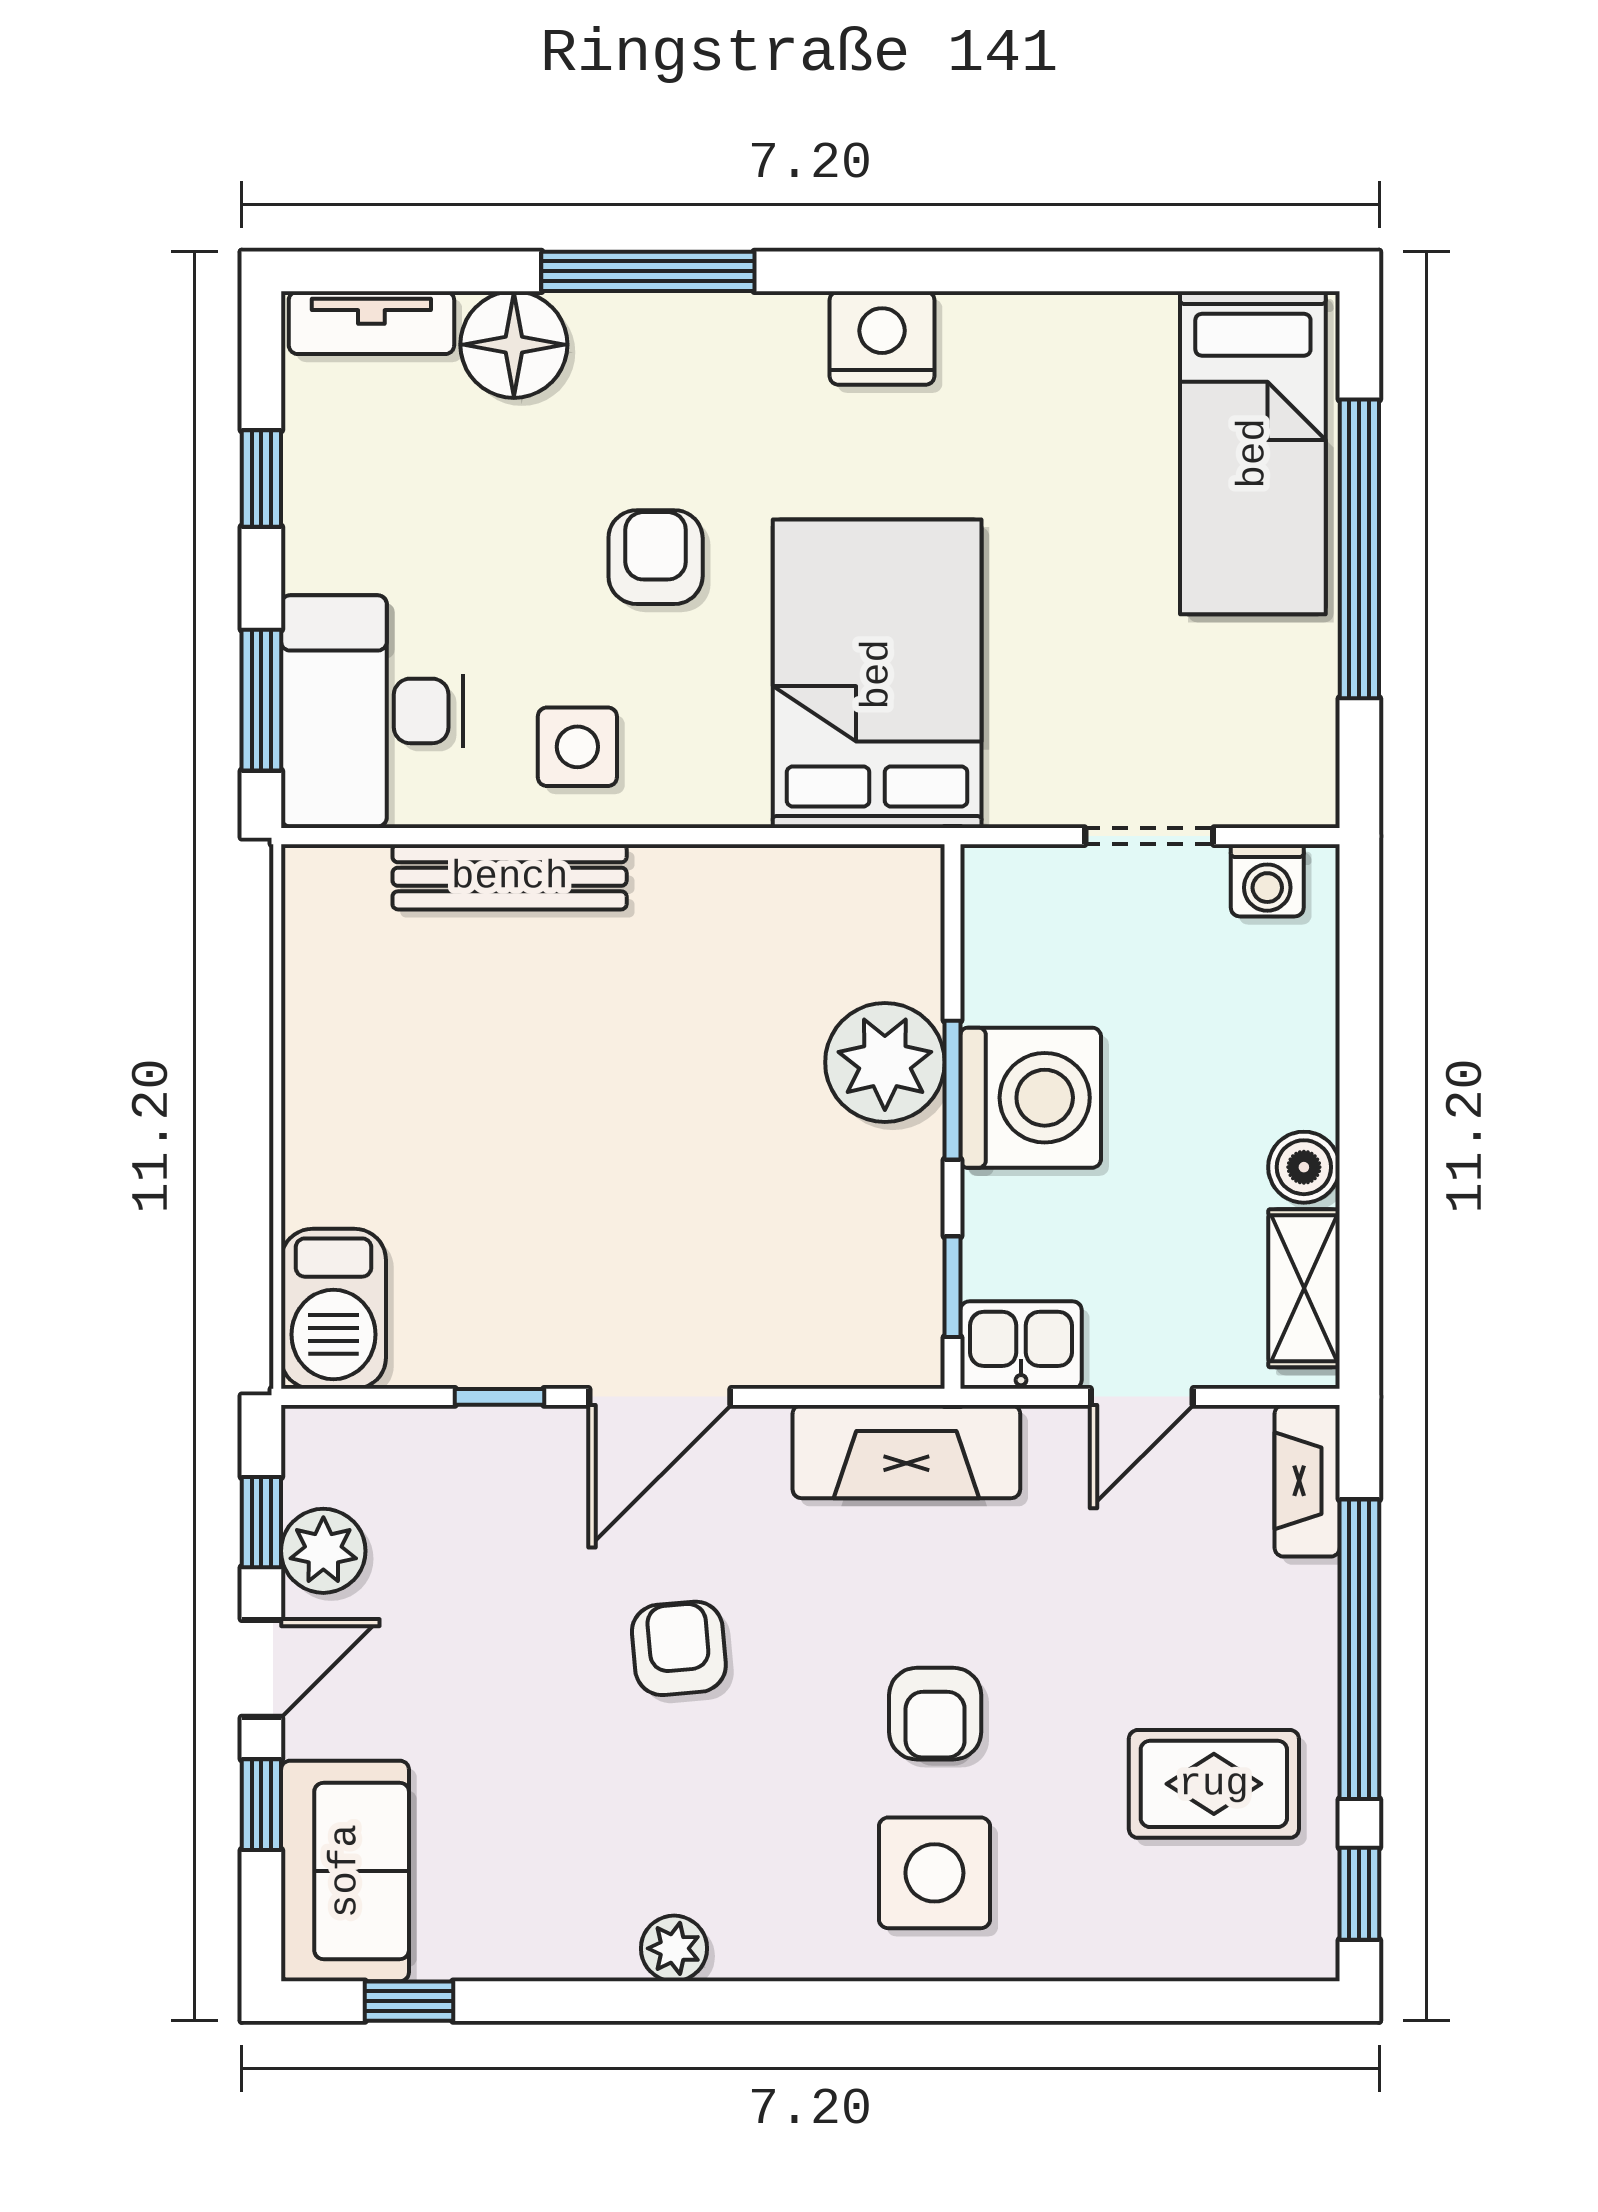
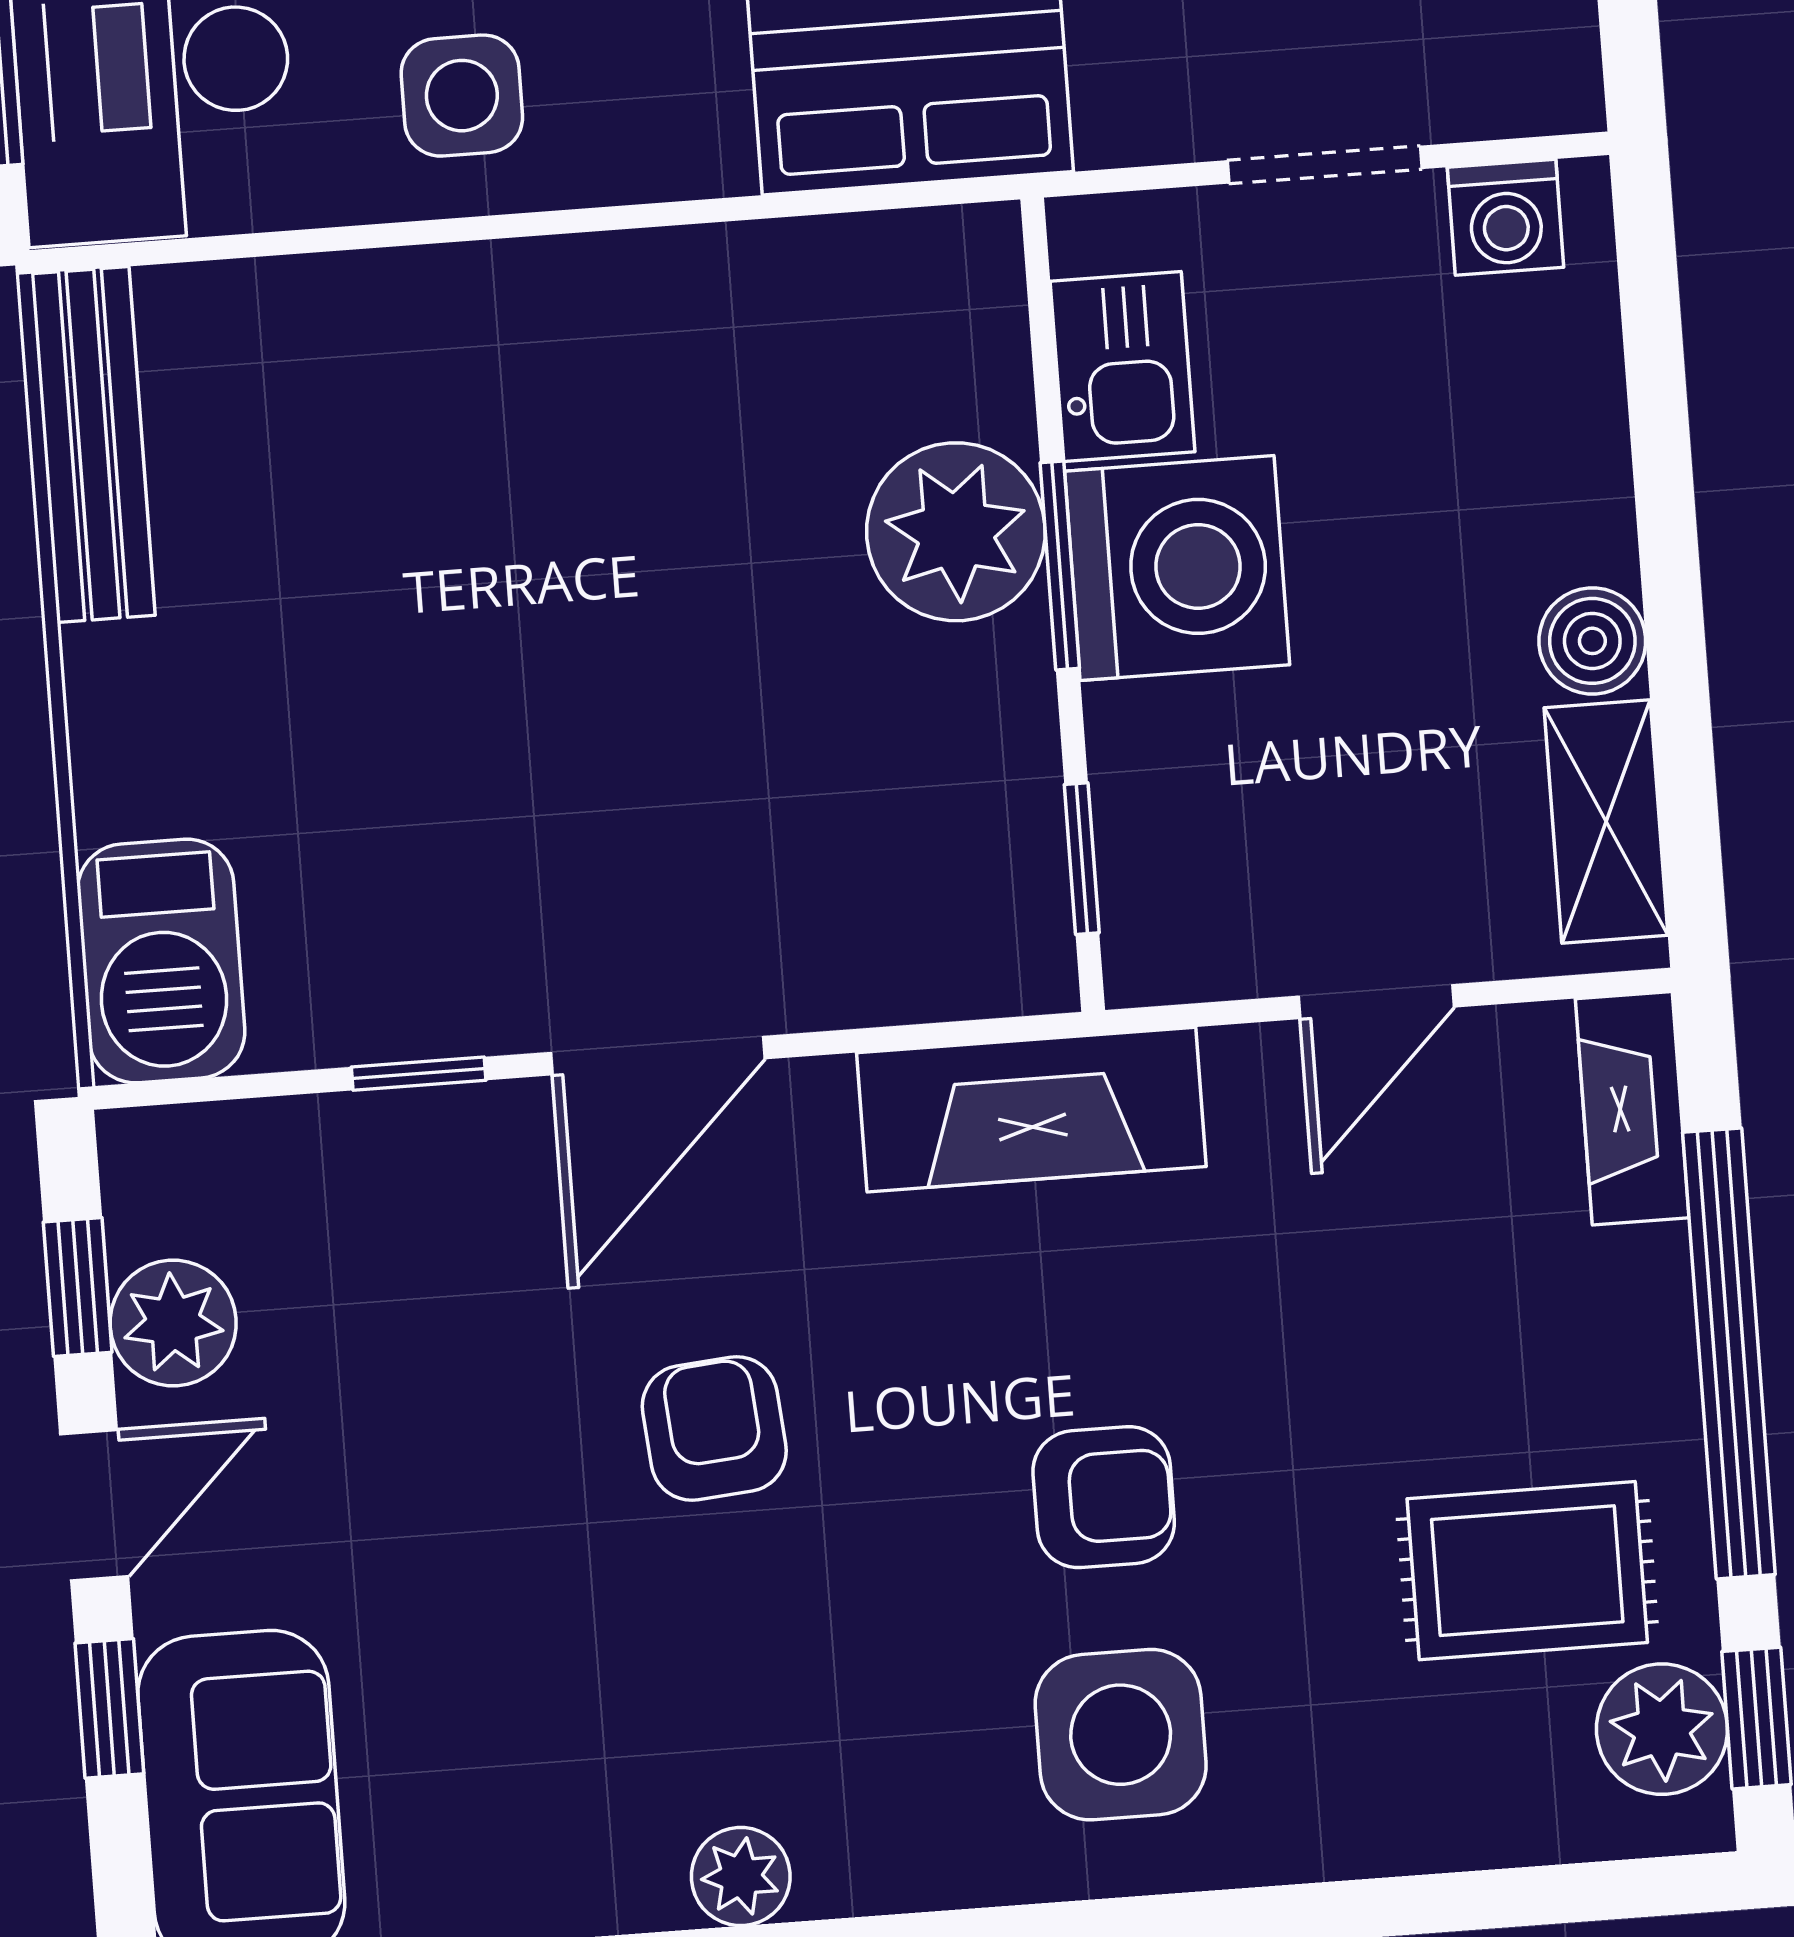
bench: (510, 877) -> (93, 445), moved, turned 90
kitchen sink: (1021, 1345) -> (1122, 367), moved, turned 90
armchair: (935, 1714) -> (1104, 1497), turned -90
plant: (1296, 1896) -> (1662, 1729), added

